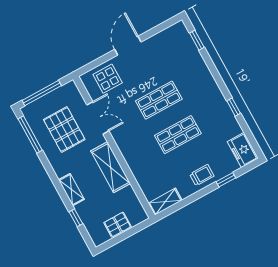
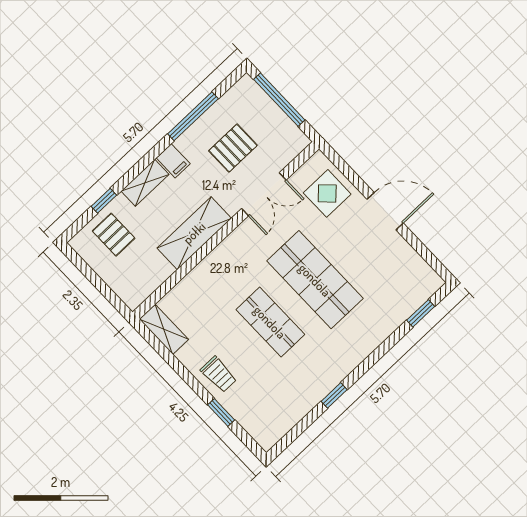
shop shelf: (159, 100) -> (315, 280), width x1.43, depth x1.36
pallet: (64, 129) -> (233, 148), width x0.67, depth x0.71
window: (30, 135) -> (193, 116), moved
freezer: (243, 150) -> (273, 426), removed
filing cabinet: (62, 169) -> (173, 161), added
pallet: (117, 225) -> (114, 235), moved

